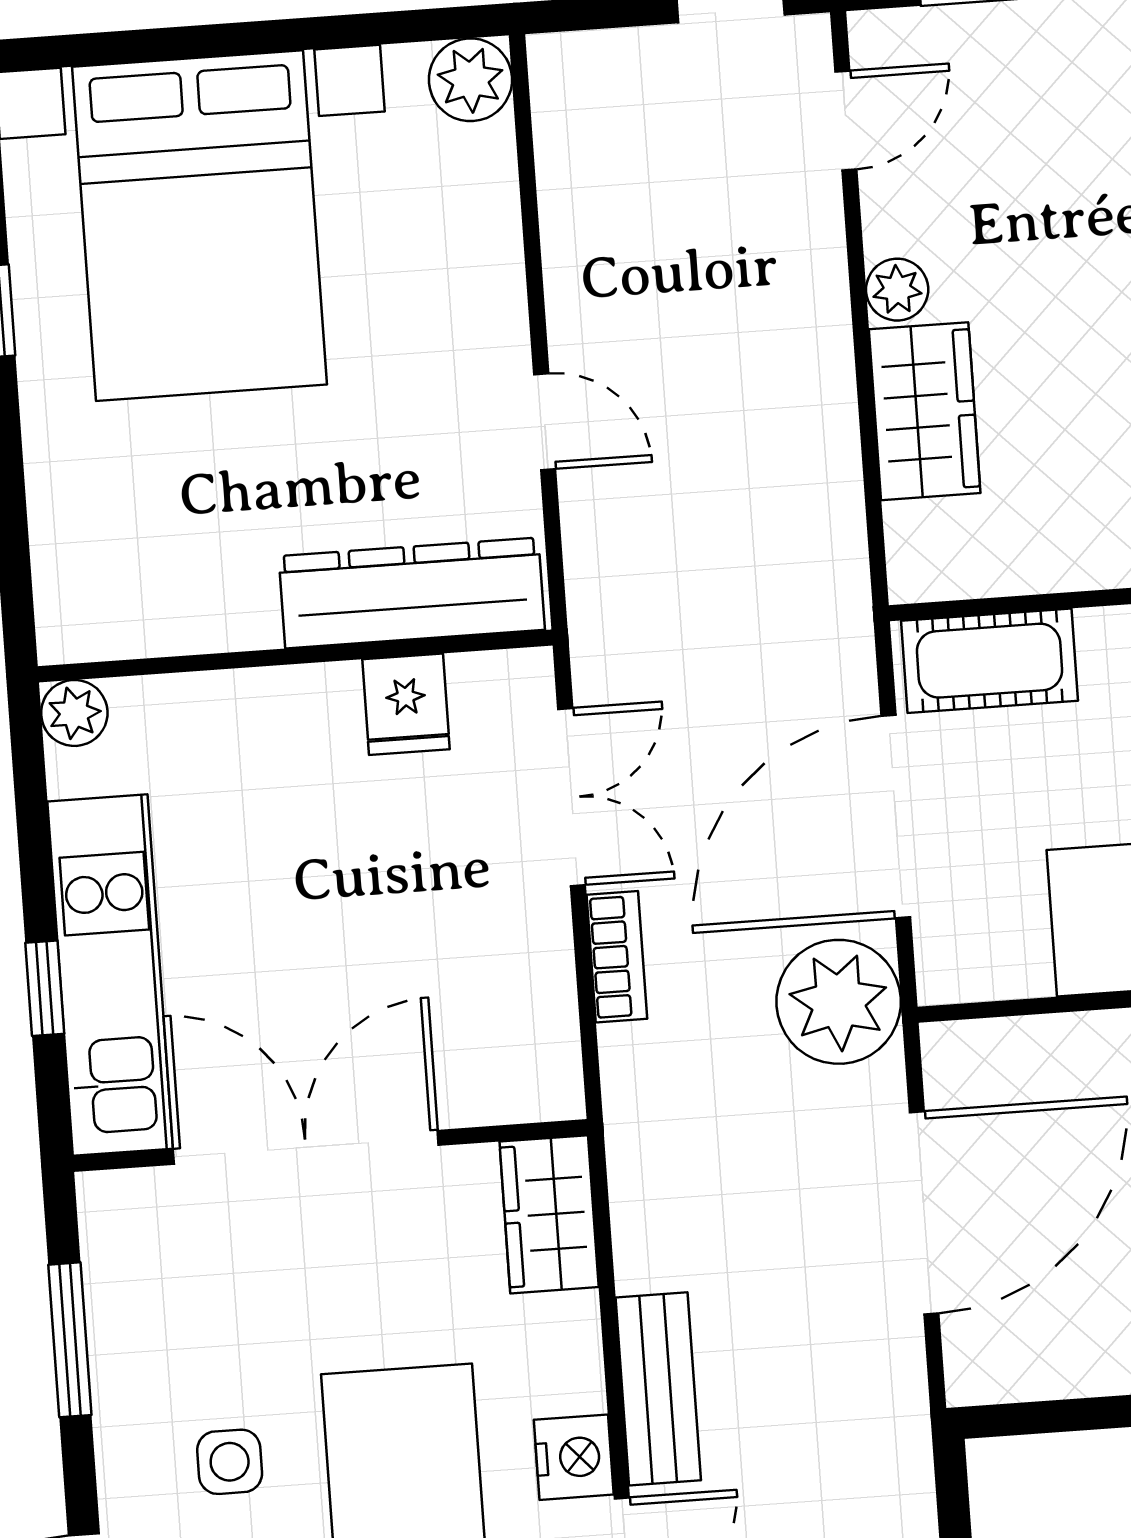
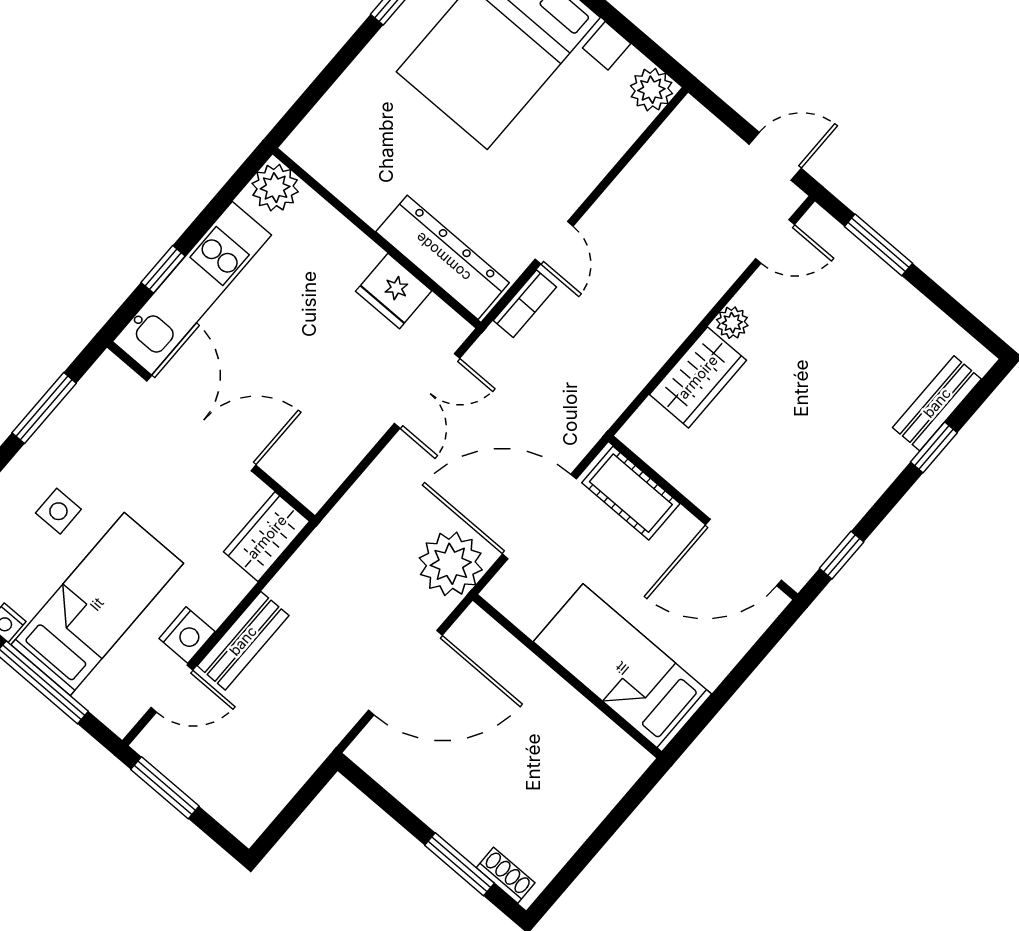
fridge: (406, 704) -> (394, 291), width x1.38
plant: (74, 713) -> (275, 188), width x1.38, depth x1.38
bookcase: (617, 957) -> (525, 304), moved

